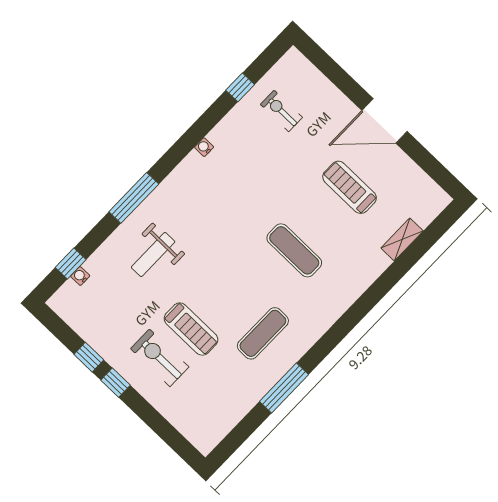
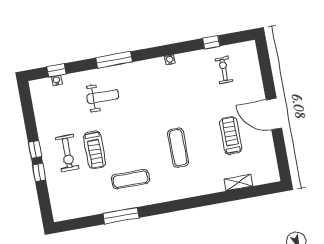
weight bench: (153, 255) -> (103, 97), turned 180
window: (89, 357) -> (39, 172), moved
exercise bike: (160, 358) -> (67, 153), turned 180

